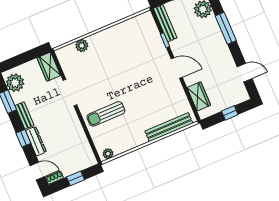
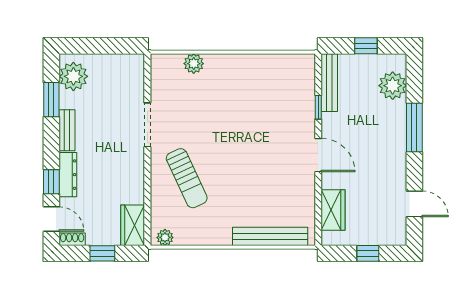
wardrobe: (49, 67) -> (133, 225), moved
sun lounger: (106, 114) -> (187, 178), turned -115
window: (23, 138) -> (51, 182), moved

